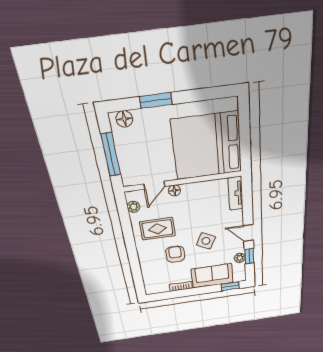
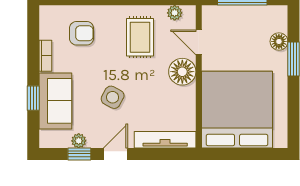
floor lamp: (124, 119) -> (279, 41), moved
floor lamp: (174, 190) -> (182, 72), width x1.89, depth x1.89
tv unit: (236, 193) -> (165, 140), width x1.41
armchair: (175, 254) -> (82, 33), moved
window: (230, 286) -> (33, 98), moved

